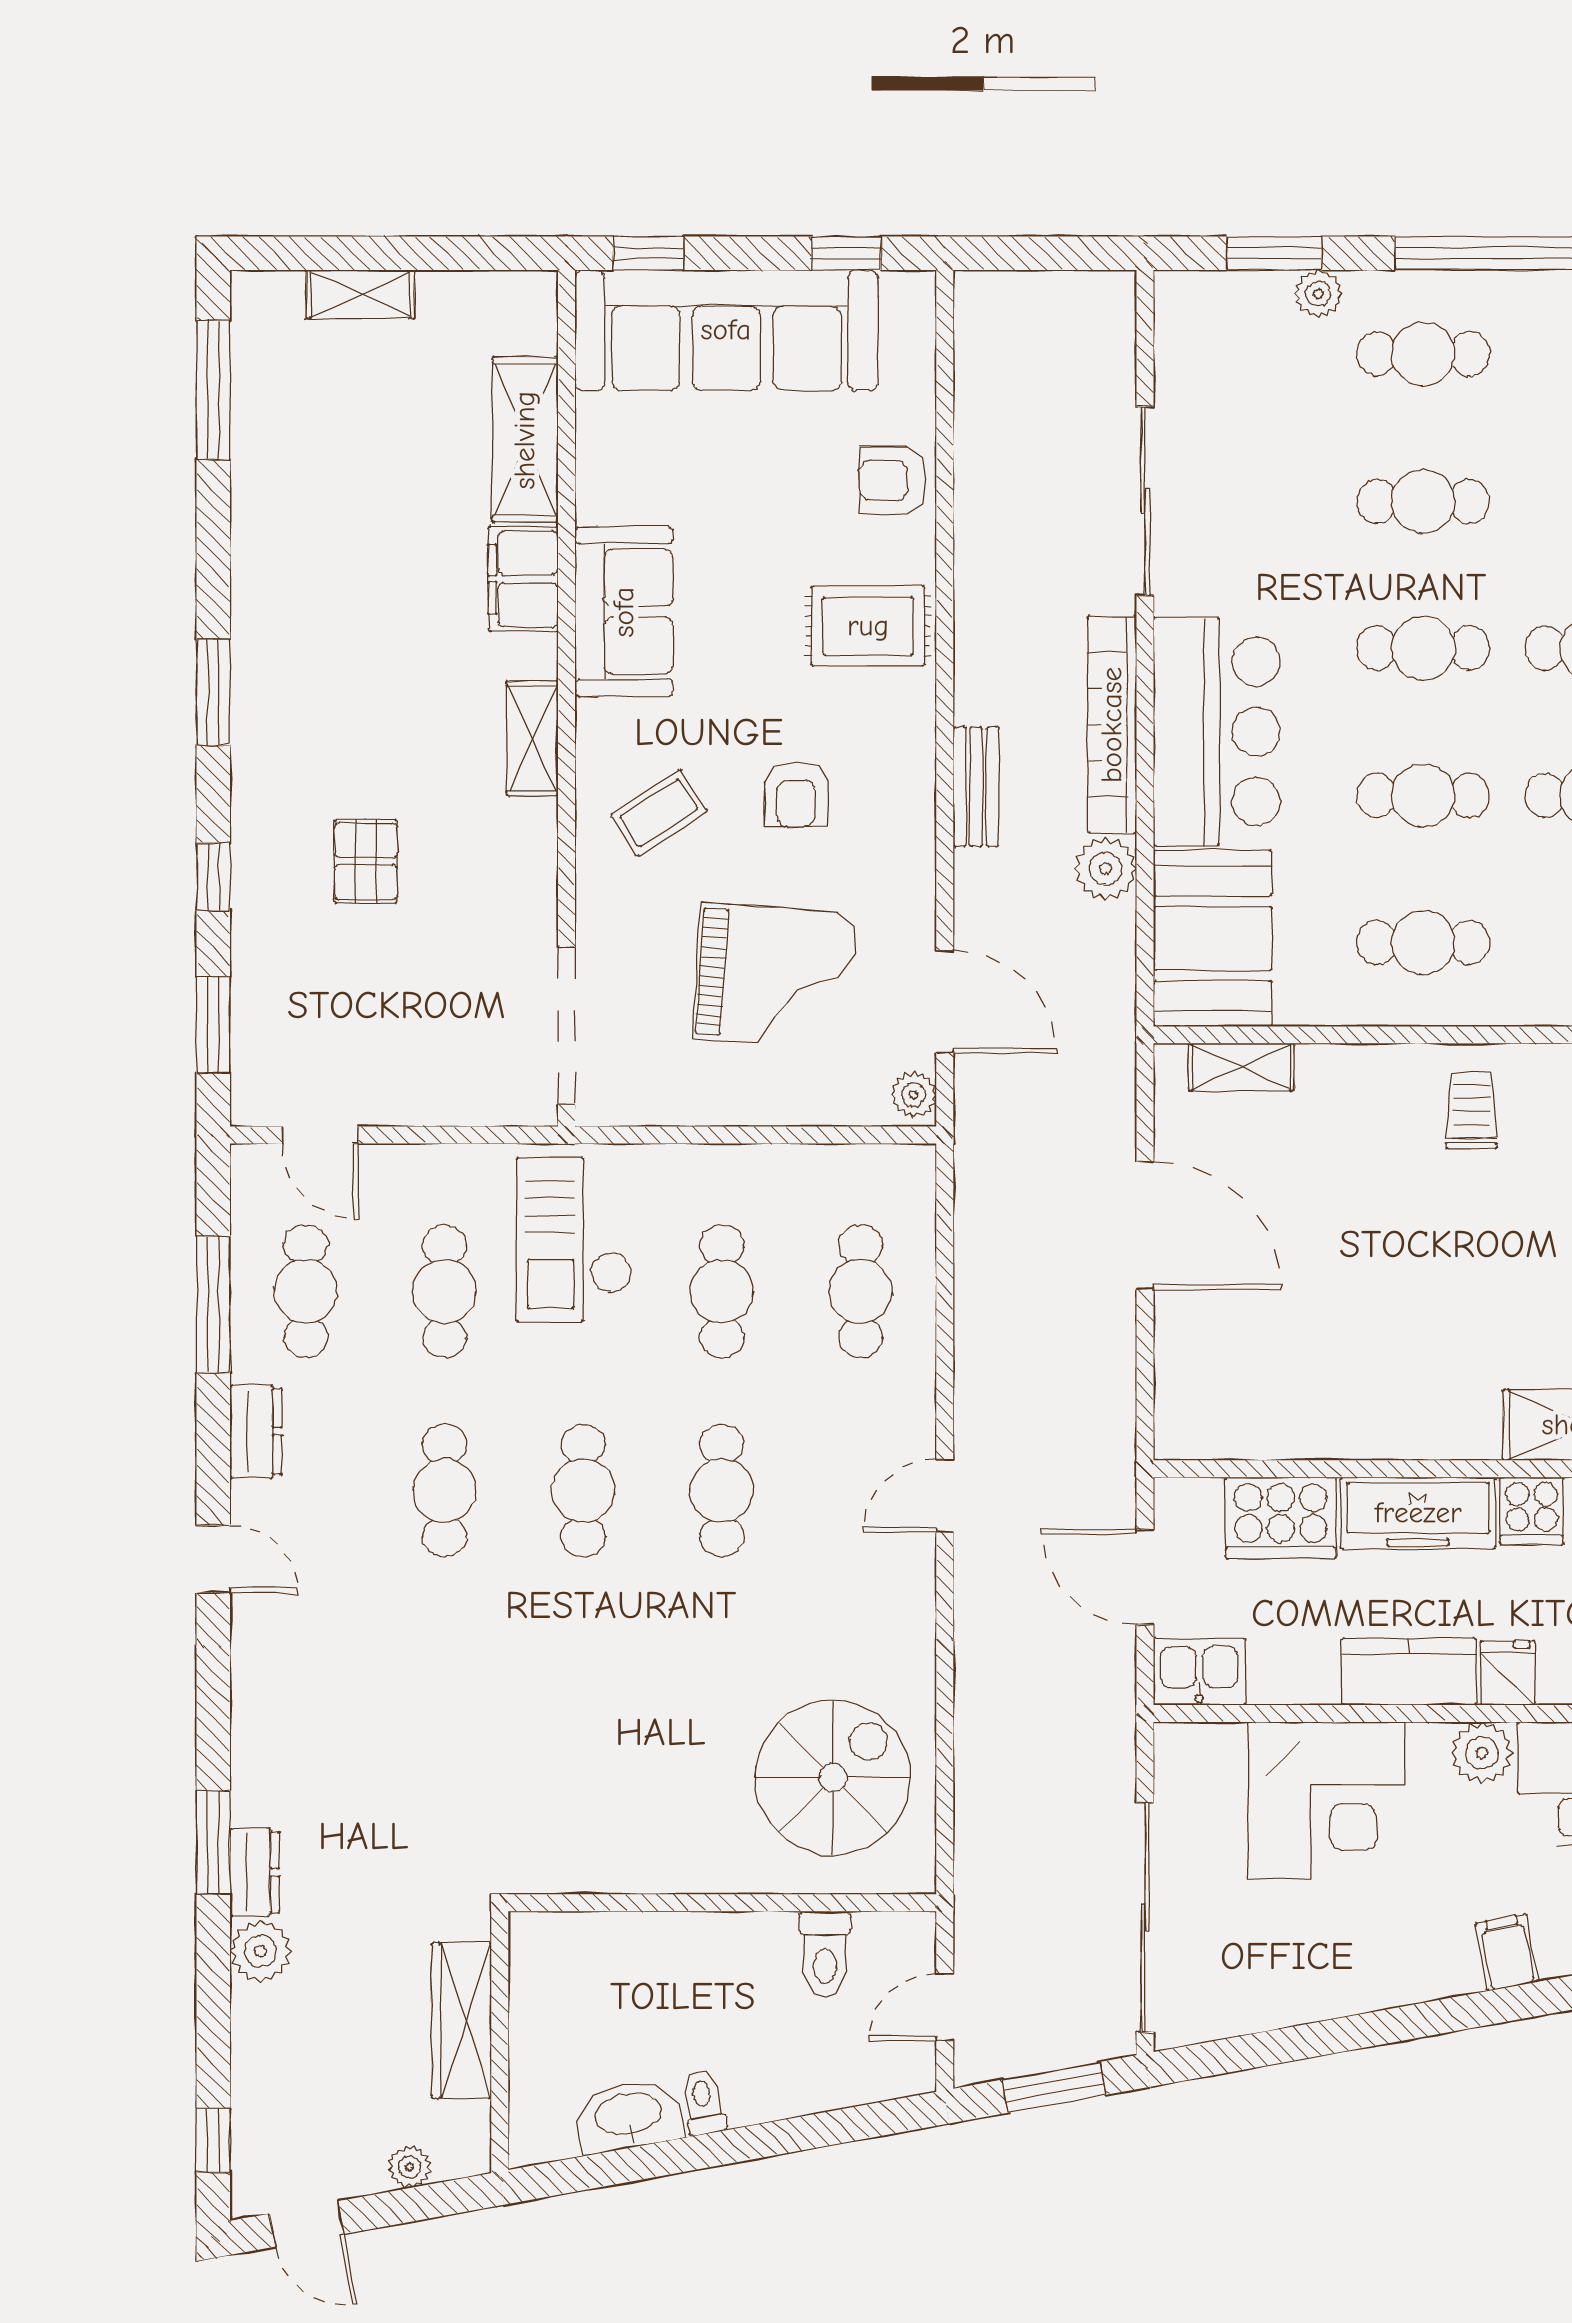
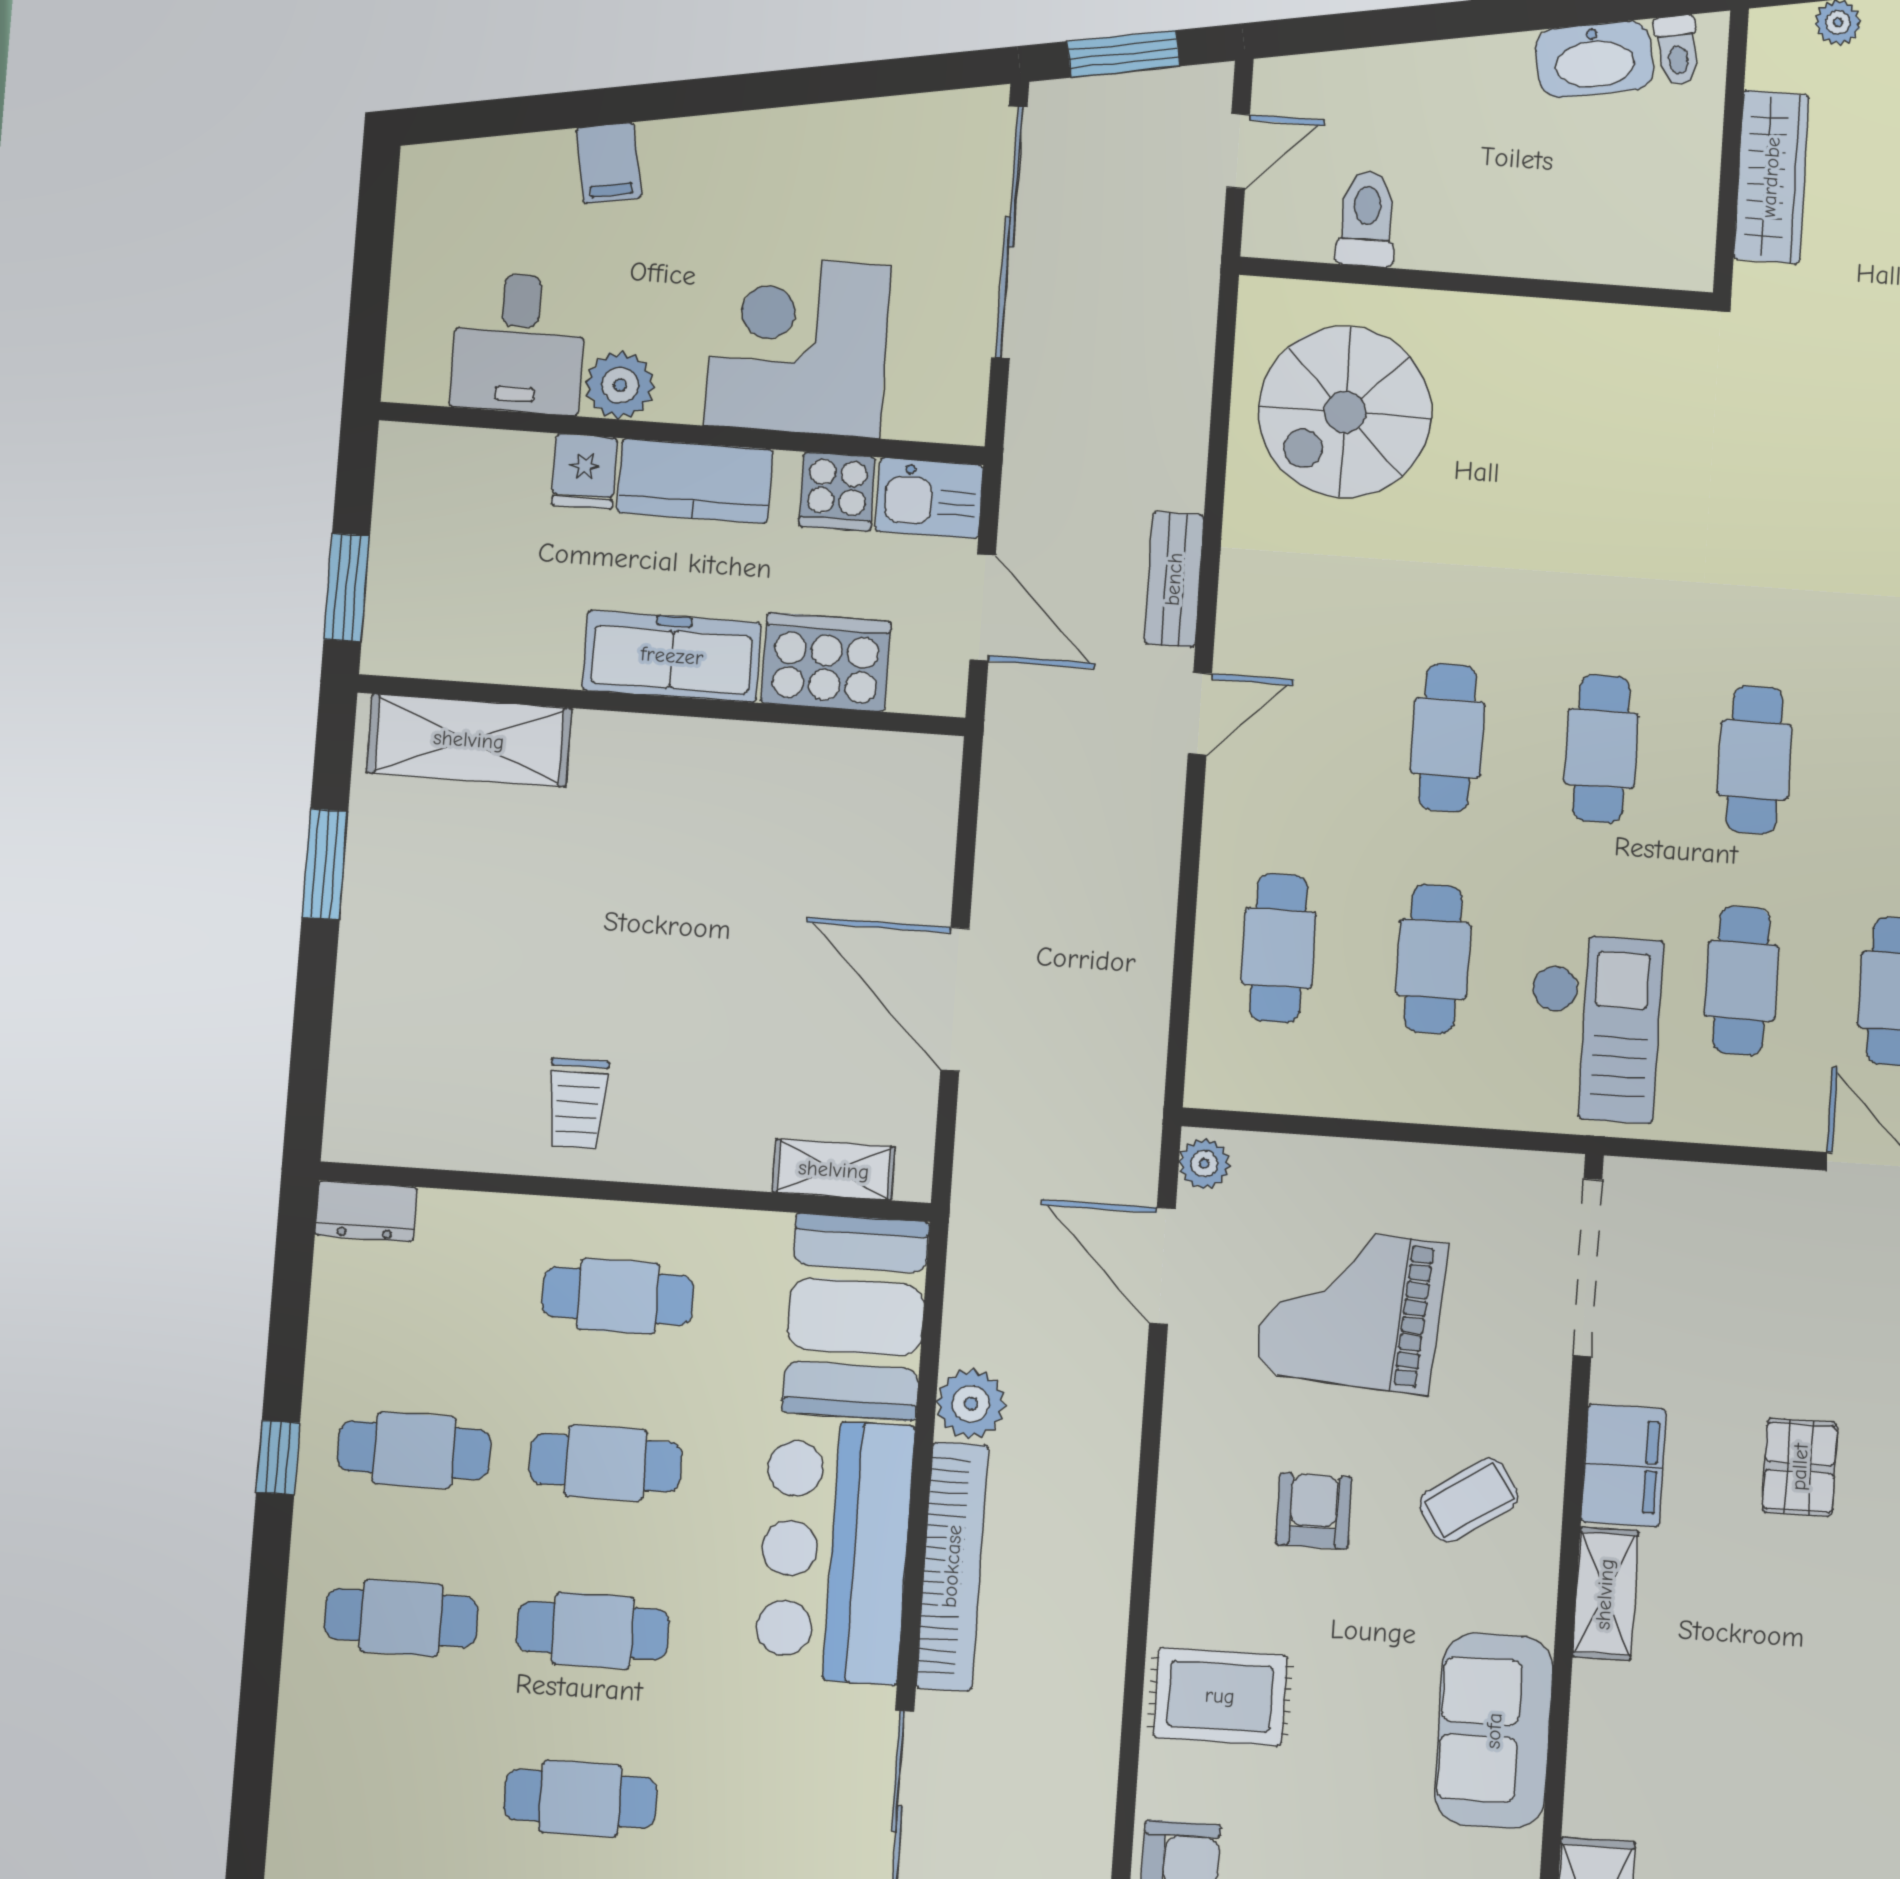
filing cabinet: (523, 579) -> (1624, 1466), moved
bench: (976, 787) -> (1174, 579), moved
cooker: (1532, 1511) -> (837, 492), moved, turned 180
toilet: (703, 2103) -> (1677, 50), moved

